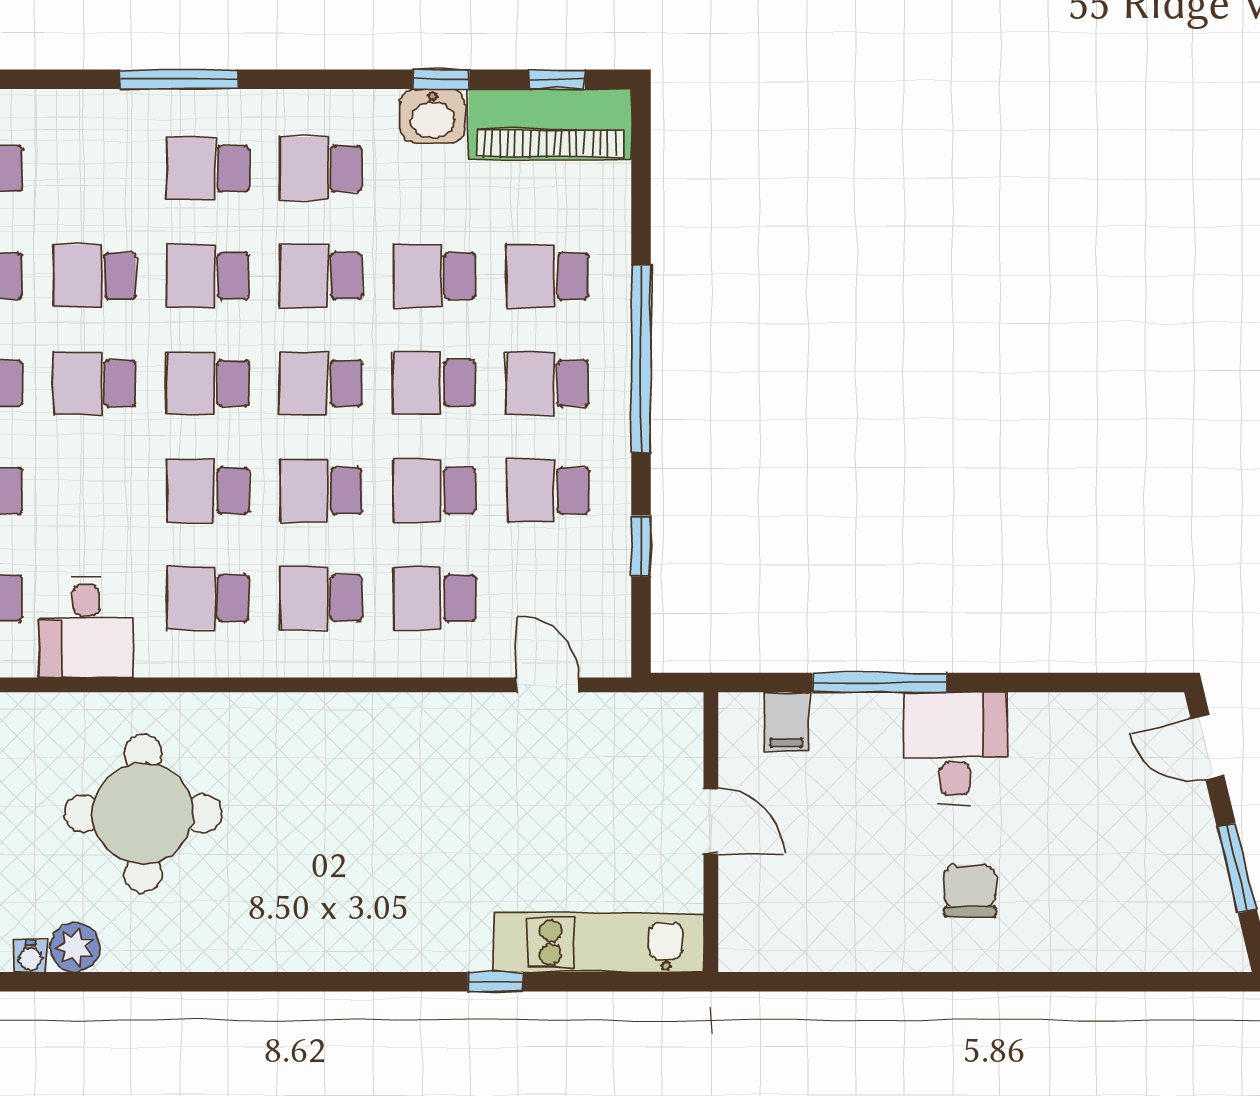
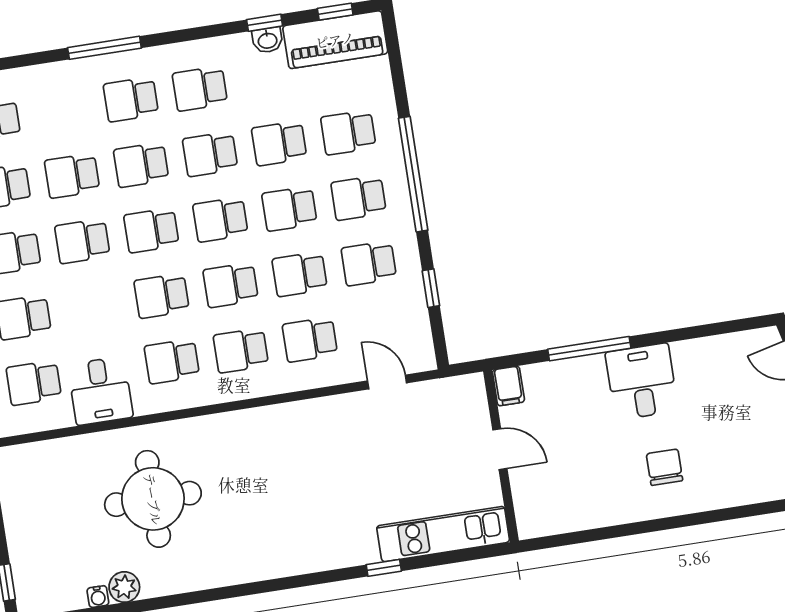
washbasin: (432, 116) -> (267, 40), width x0.72, depth x0.69
filing cabinet: (786, 722) -> (508, 386), moved

